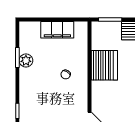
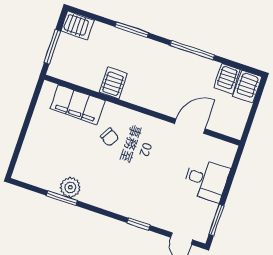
filing cabinet: (57, 30) -> (78, 105), moved, turned 90
server rack: (104, 65) -> (113, 83), width x0.46, depth x0.70

